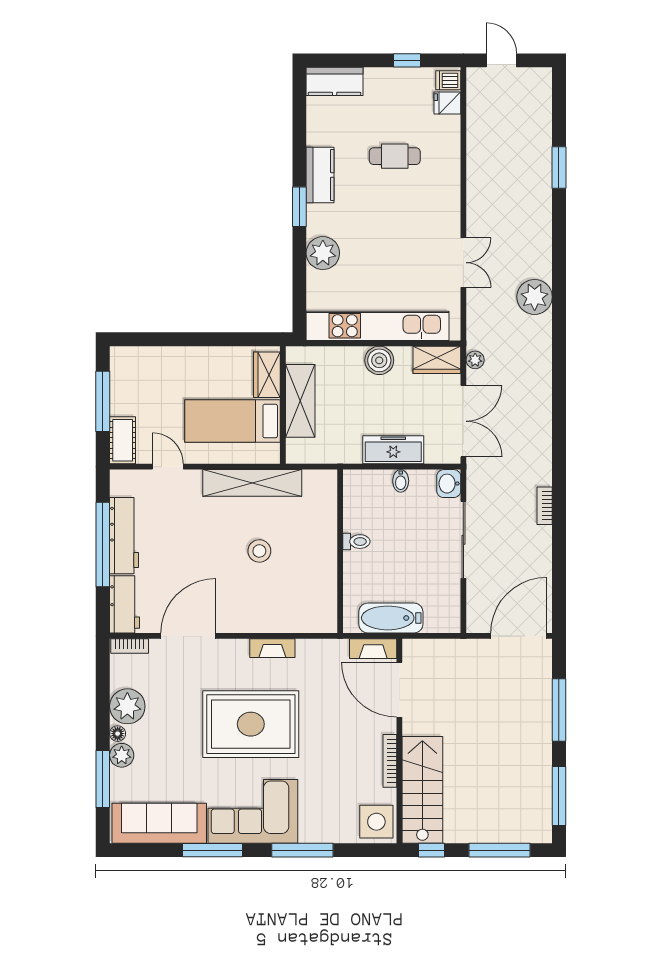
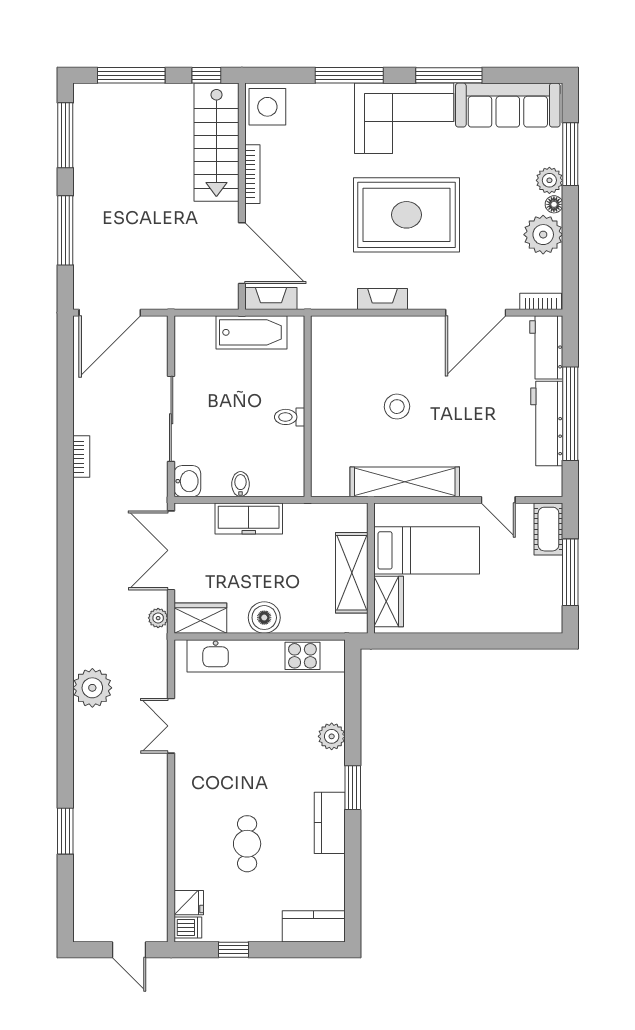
cafe table: (395, 156) -> (247, 844), turned 90
plant: (323, 253) -> (332, 736), width x0.73, depth x0.73

